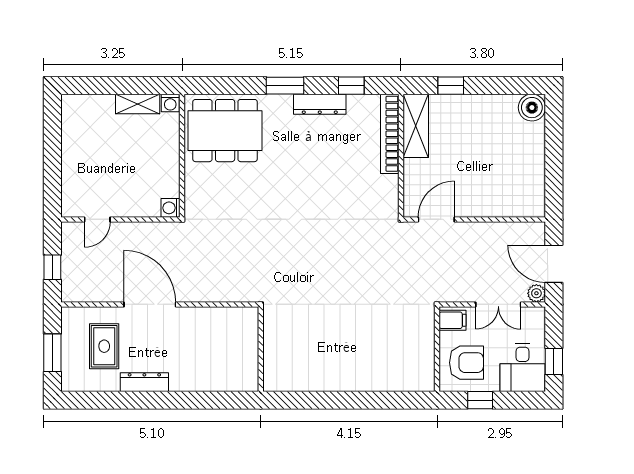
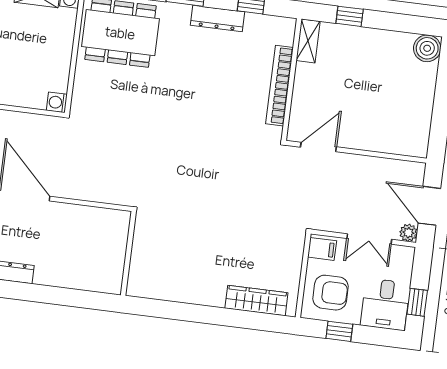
shelving: (416, 126) -> (308, 41), width x0.67, depth x0.75
bookcase: (390, 134) -> (279, 86), moved
wardrobe: (394, 380) -> (256, 301), added

